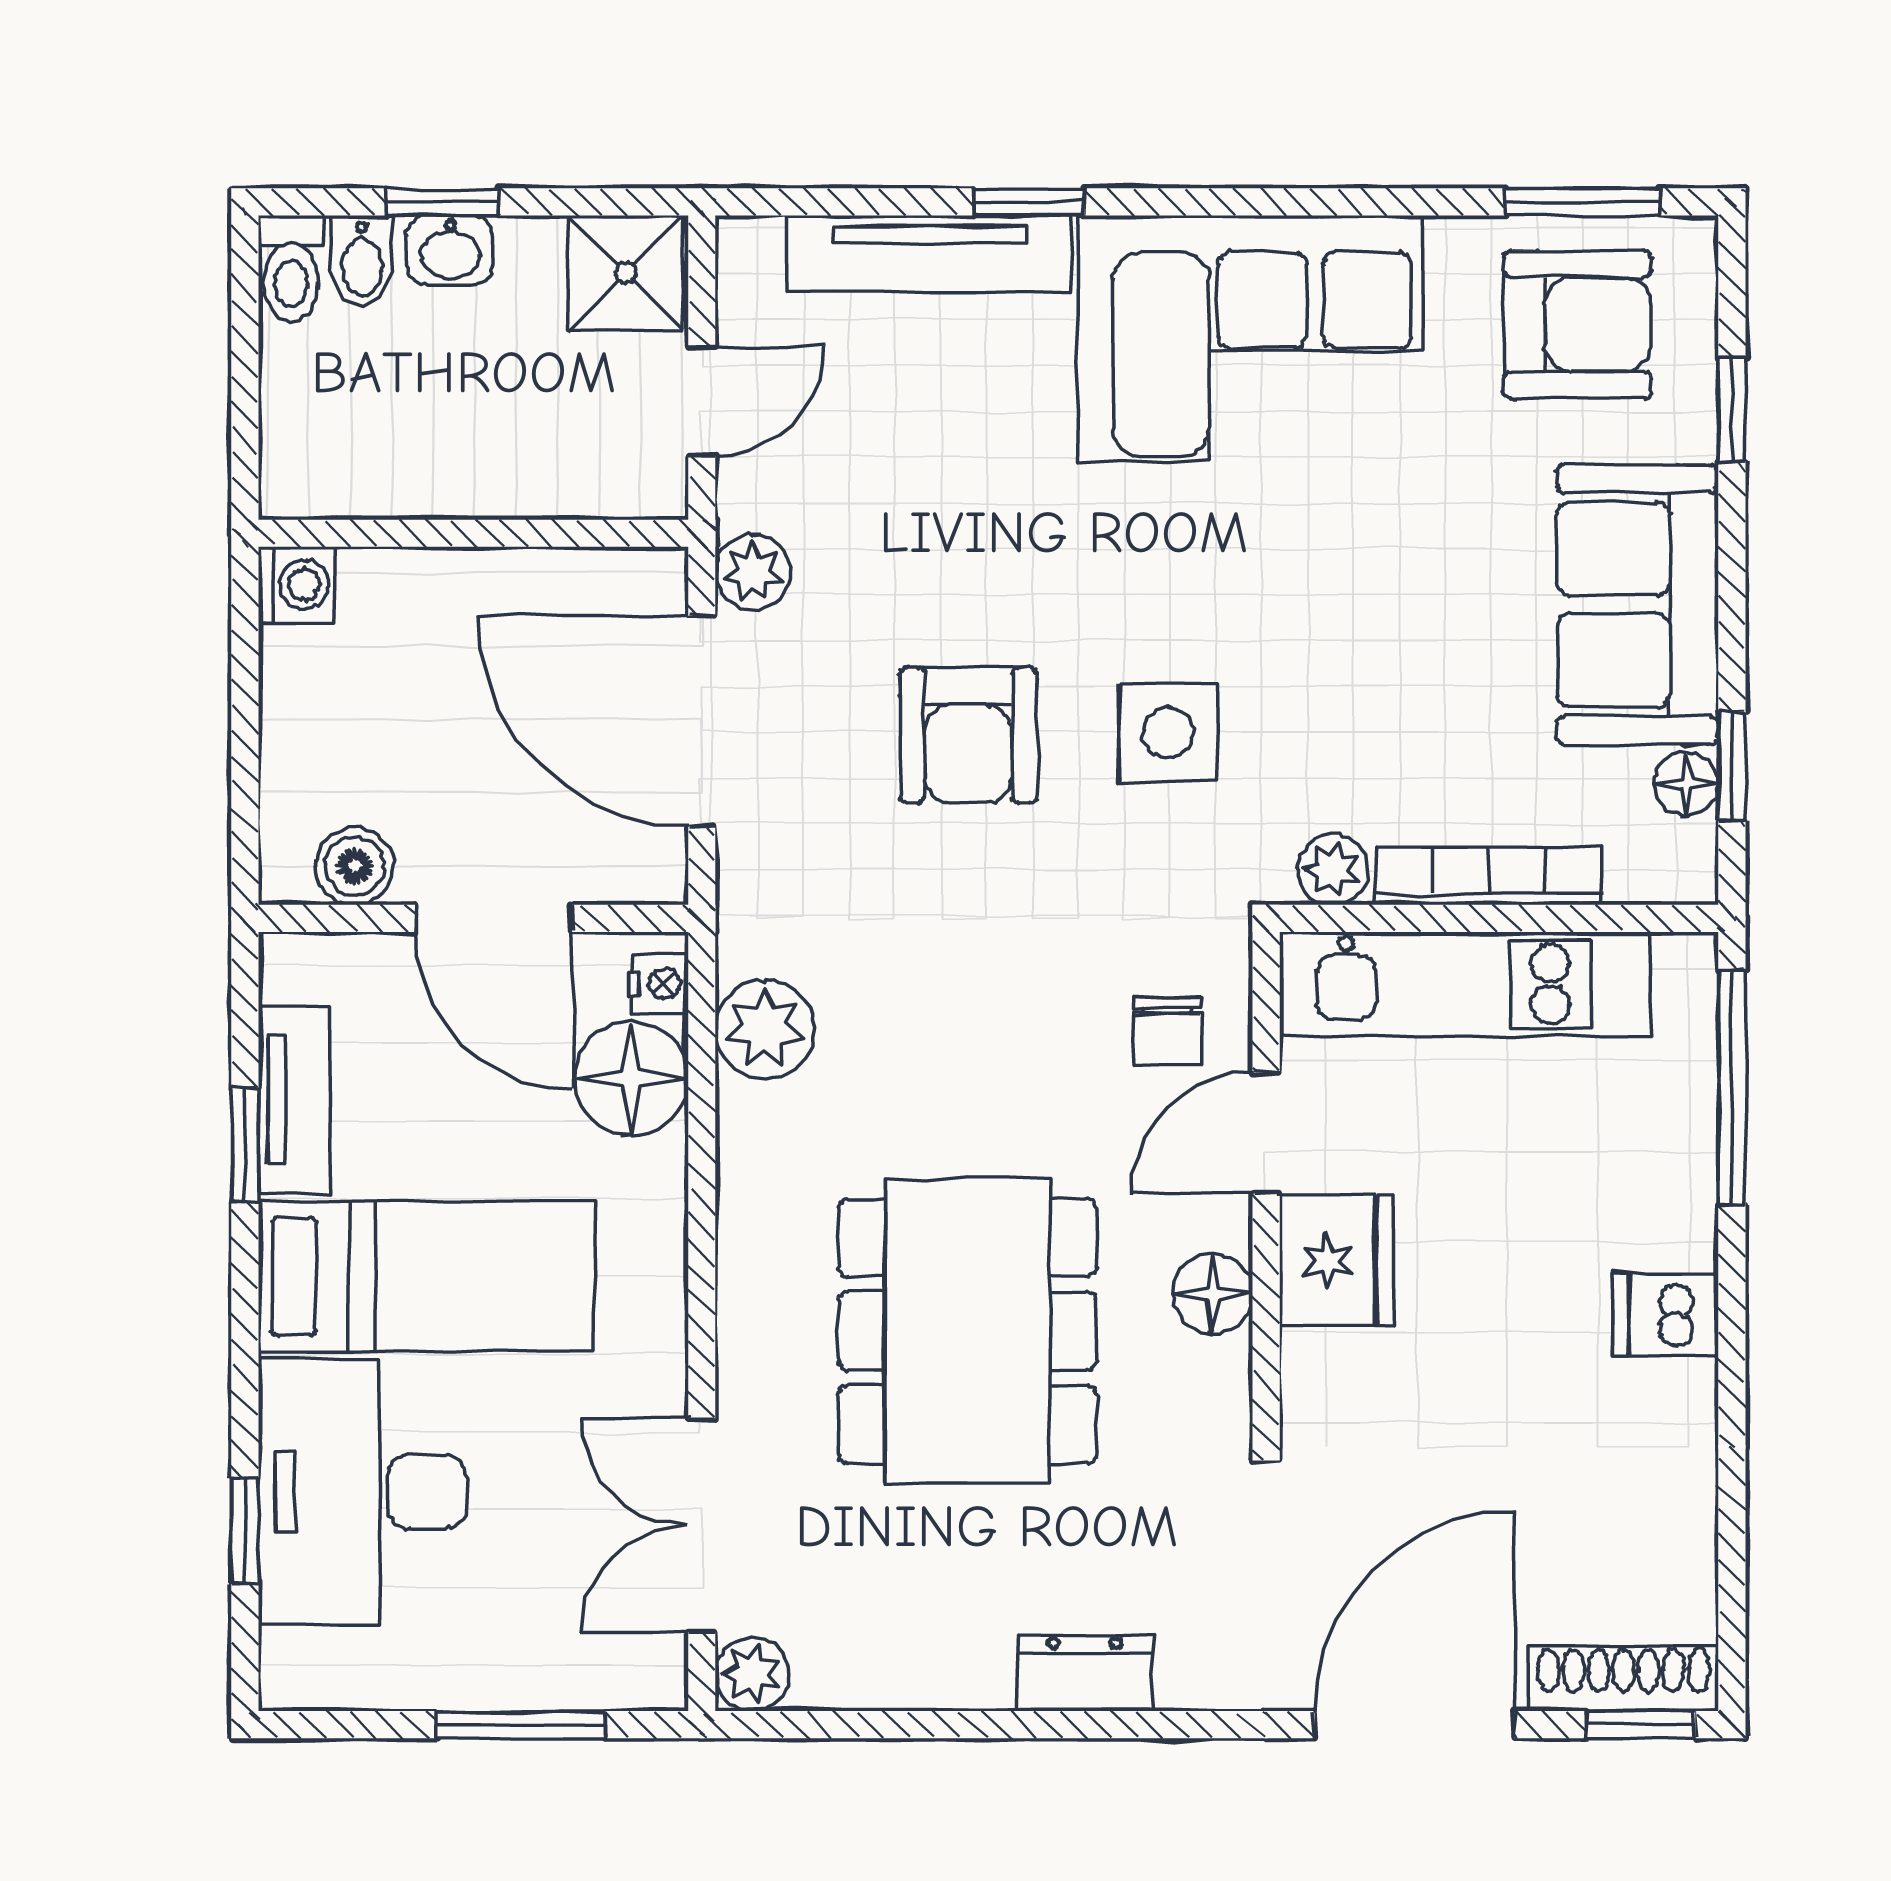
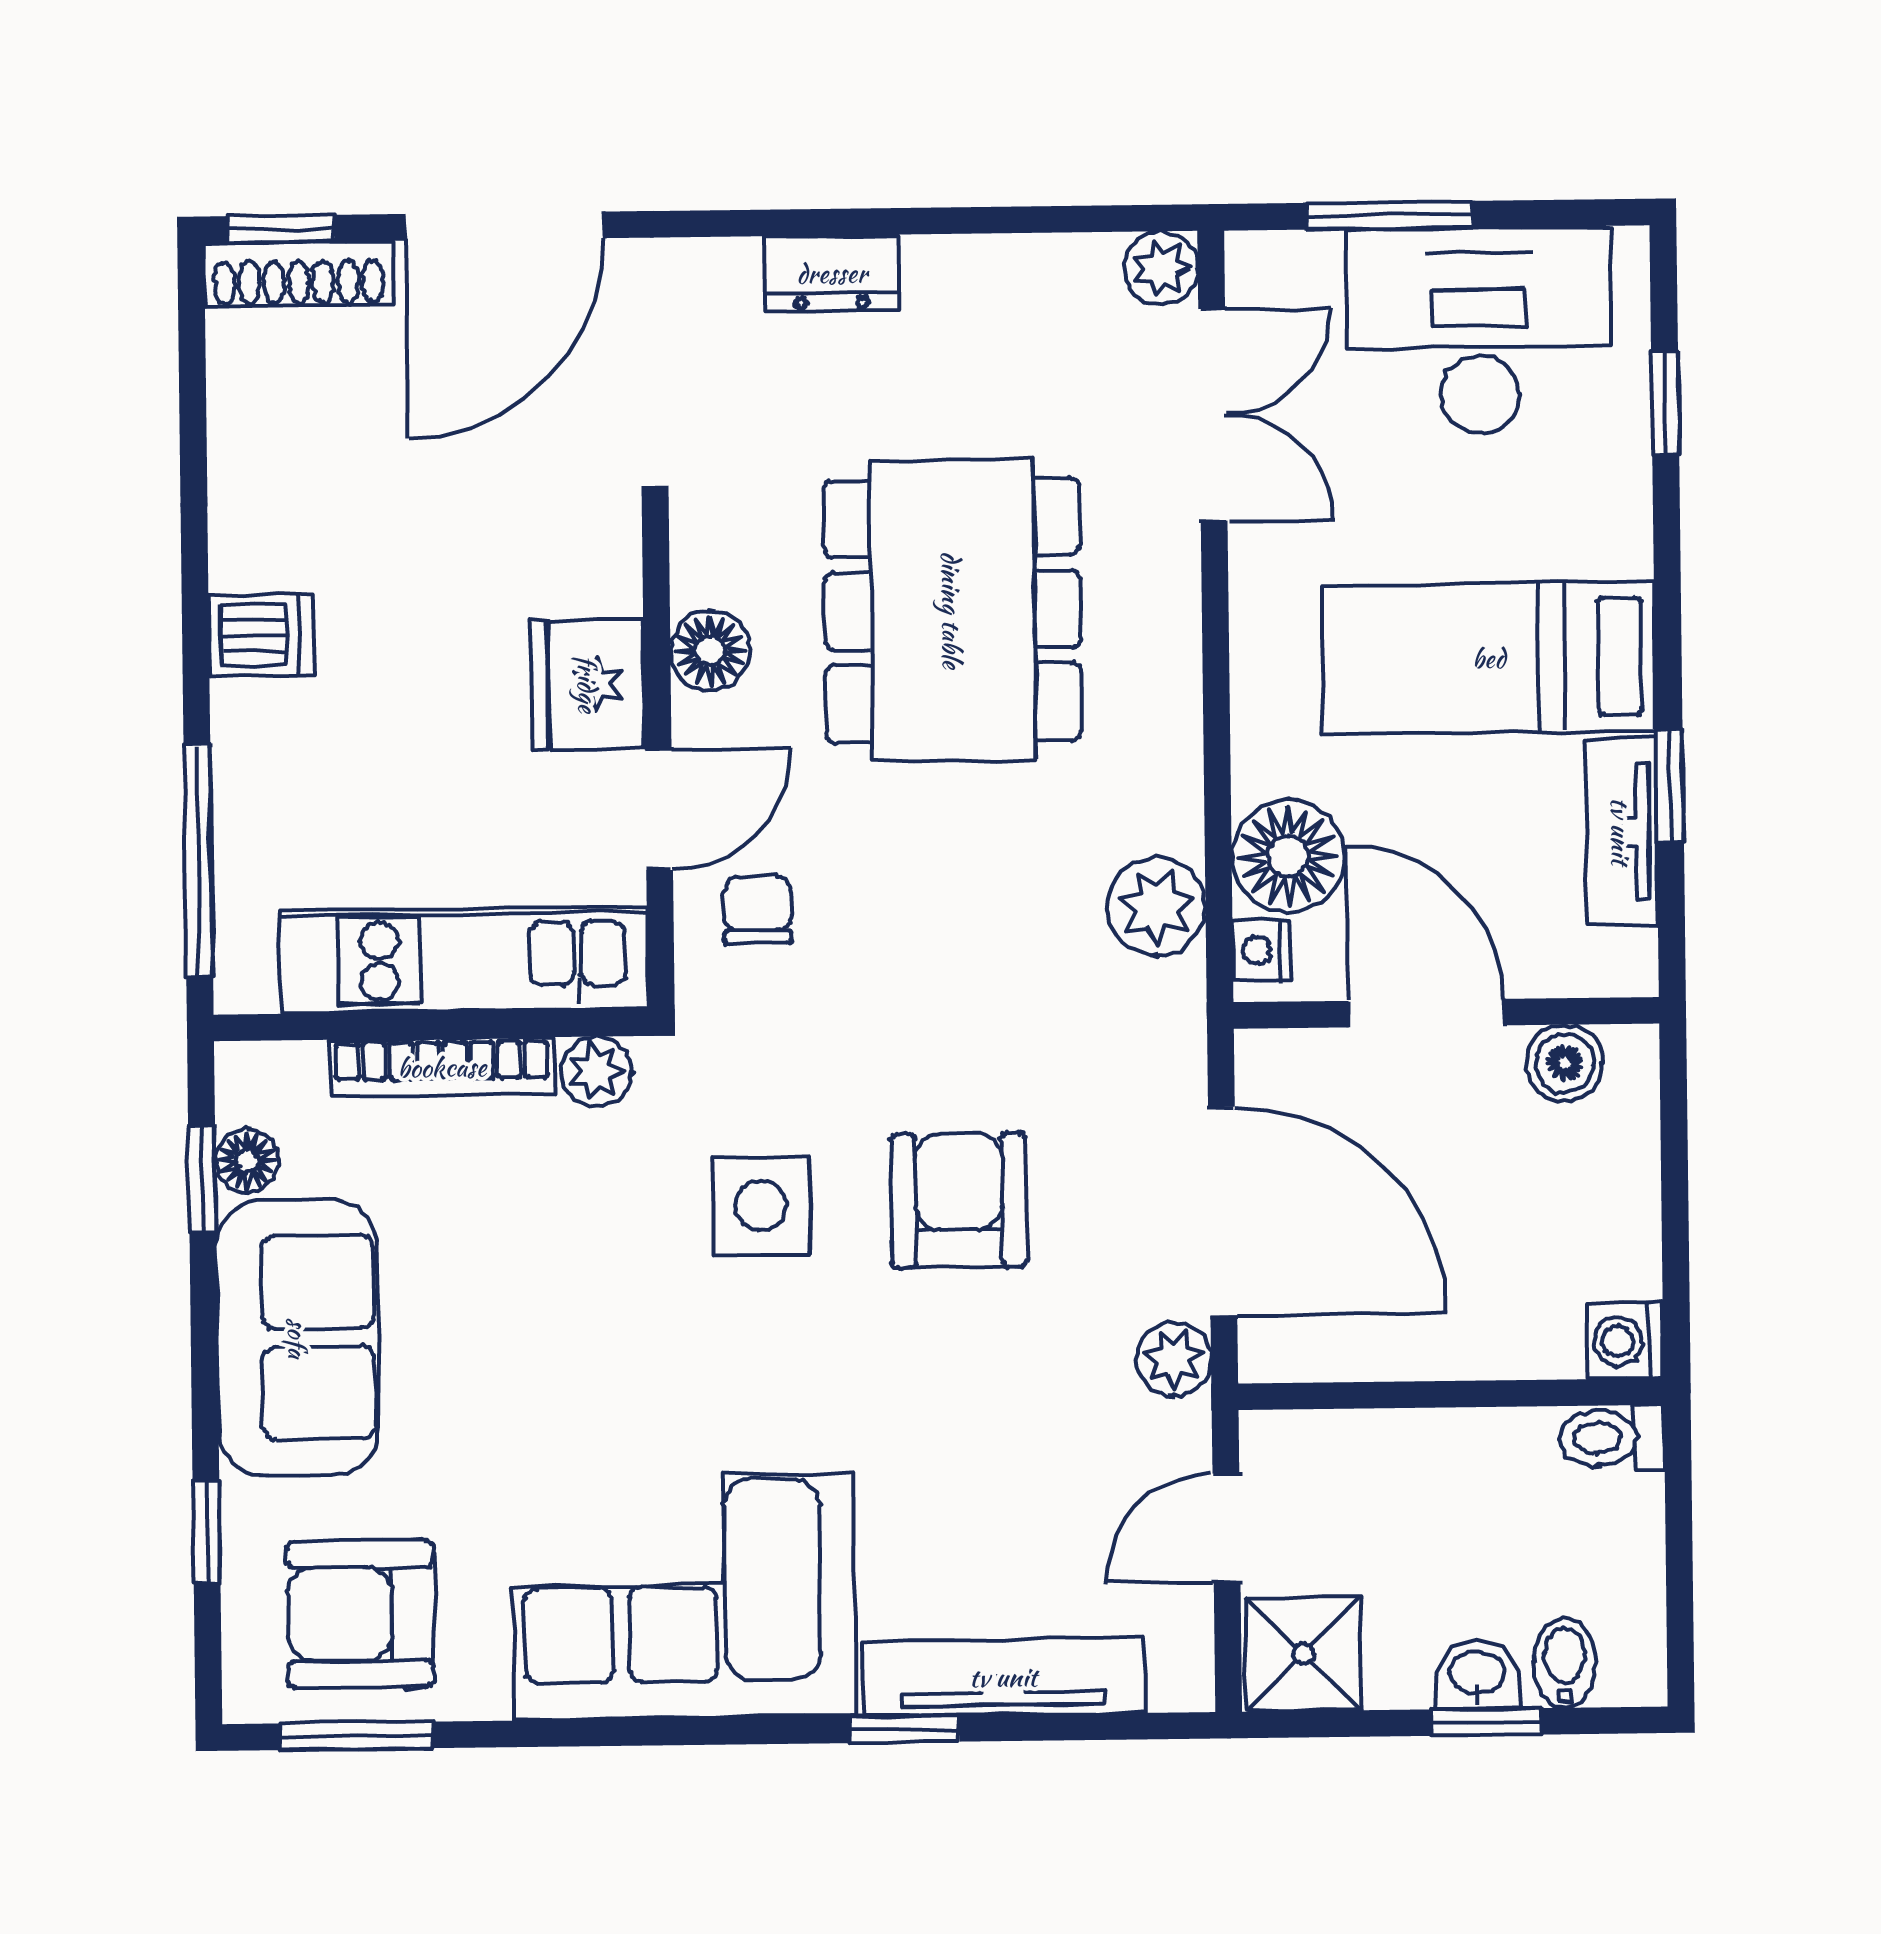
toilet: (291, 268) -> (1612, 1438), moved, turned -90
desk: (363, 1492) -> (1479, 331), moved, turned -90

